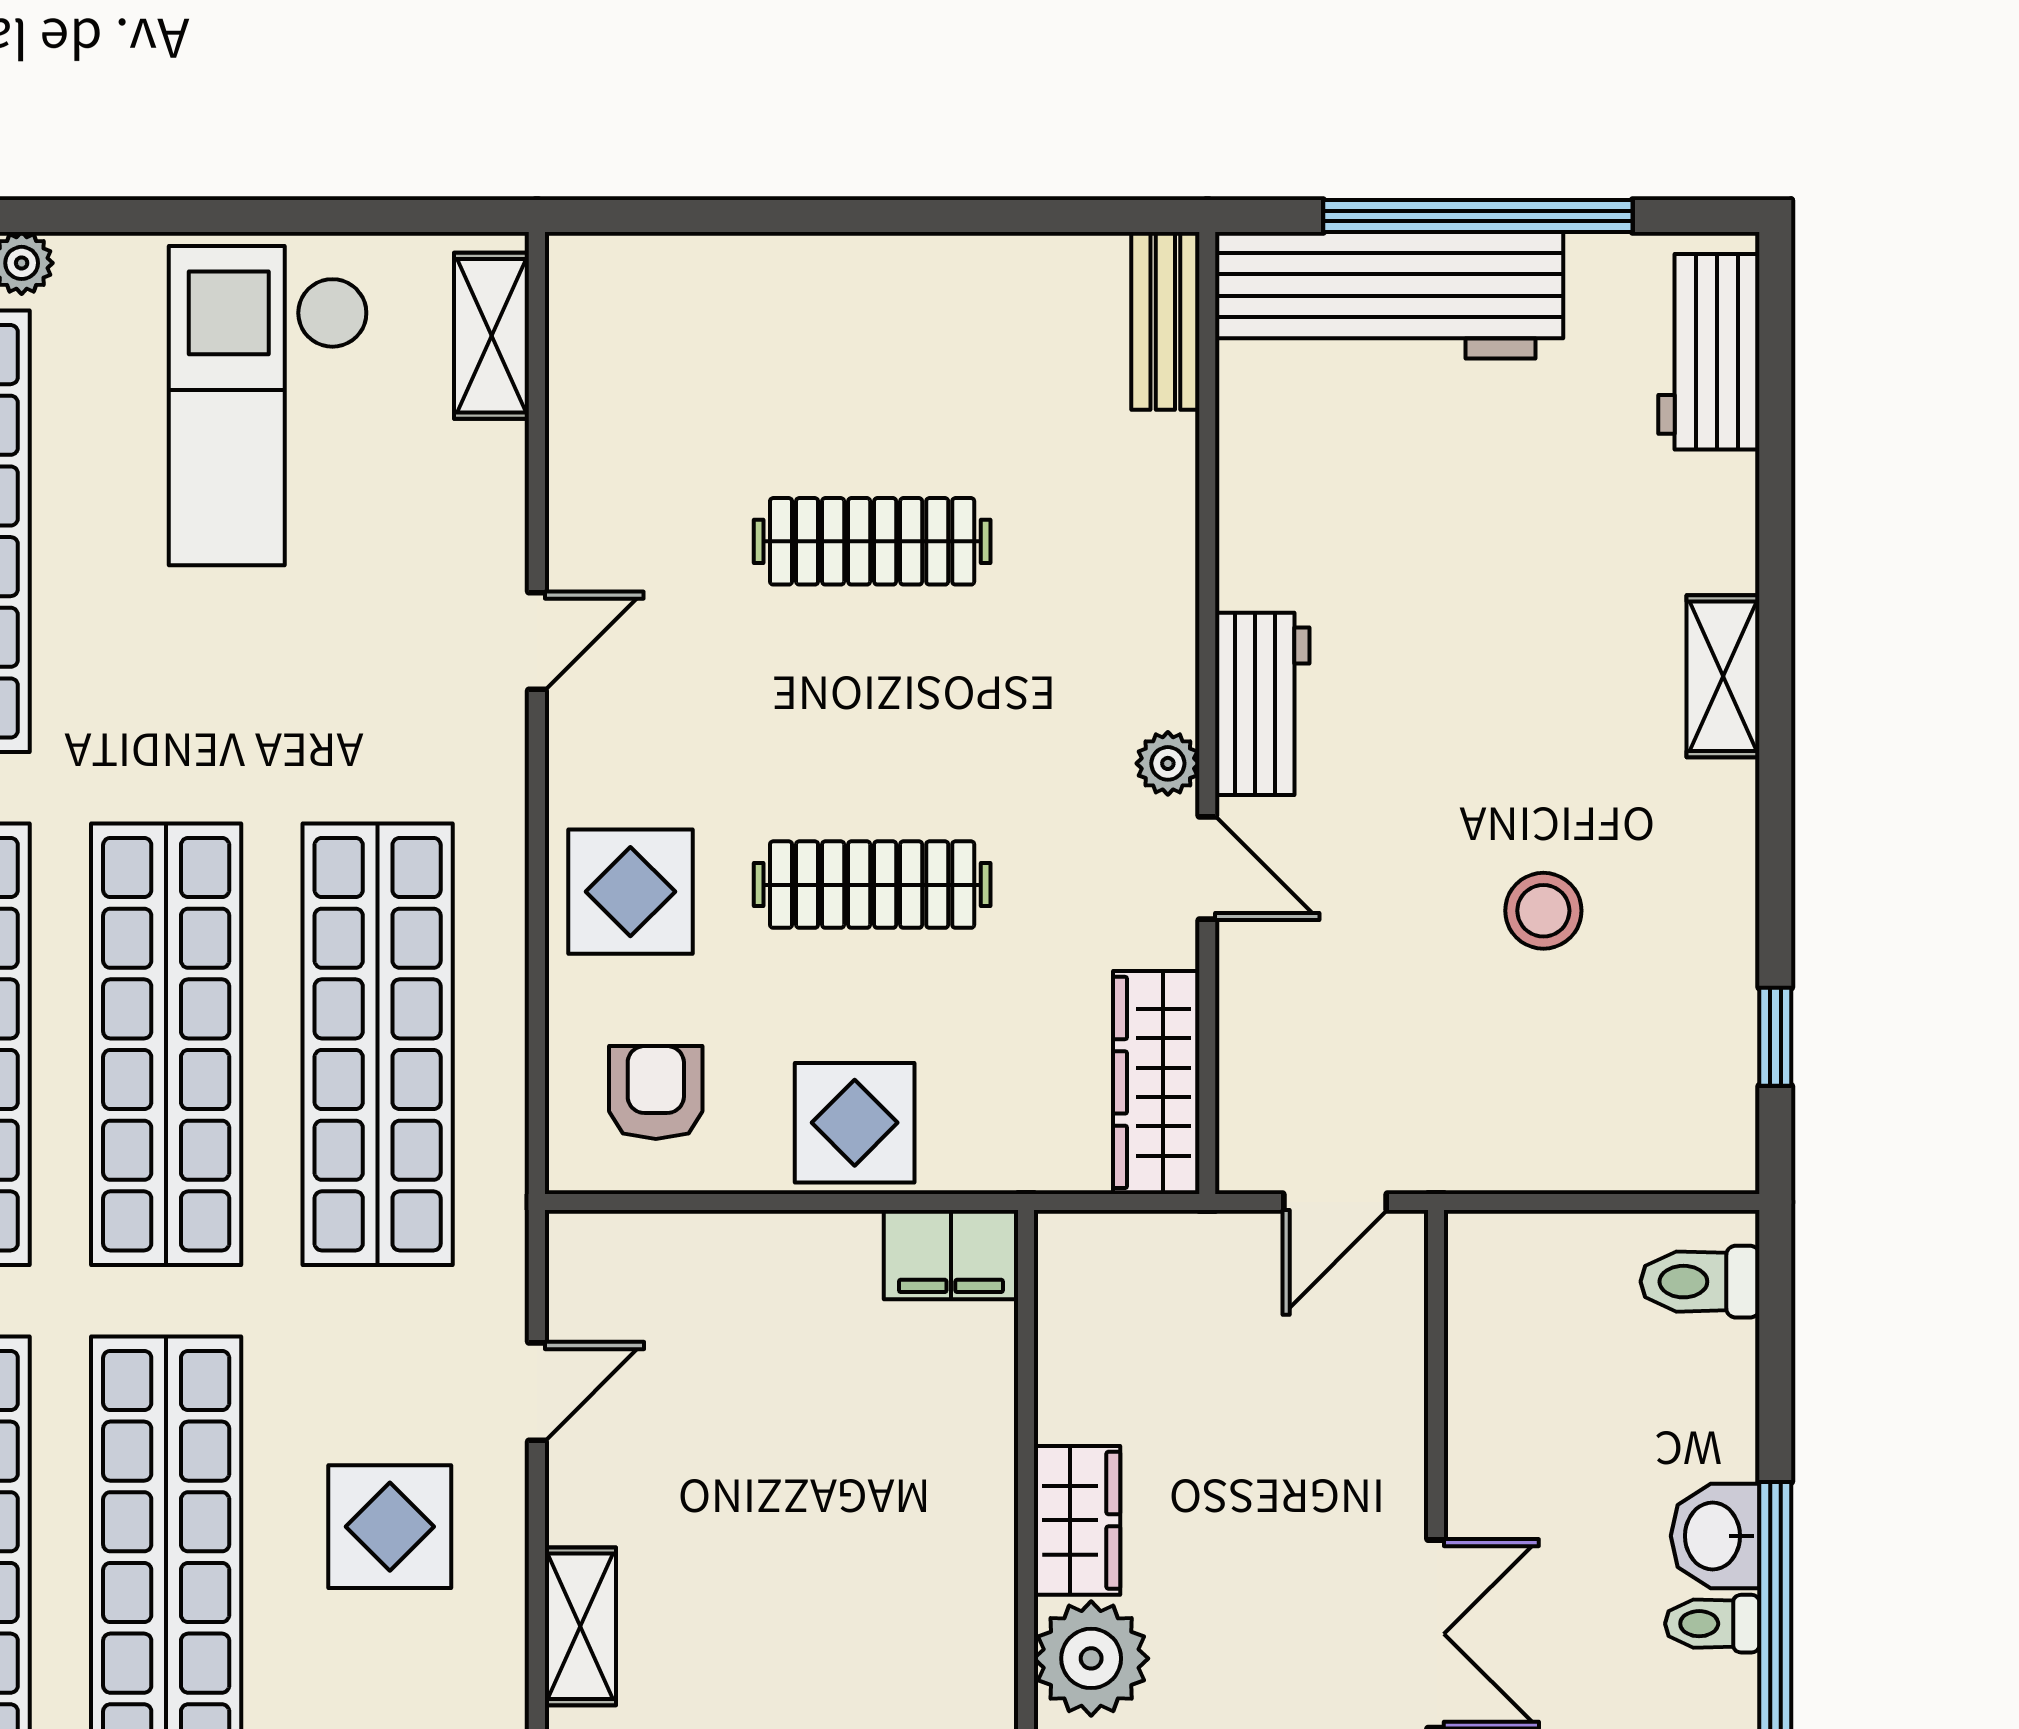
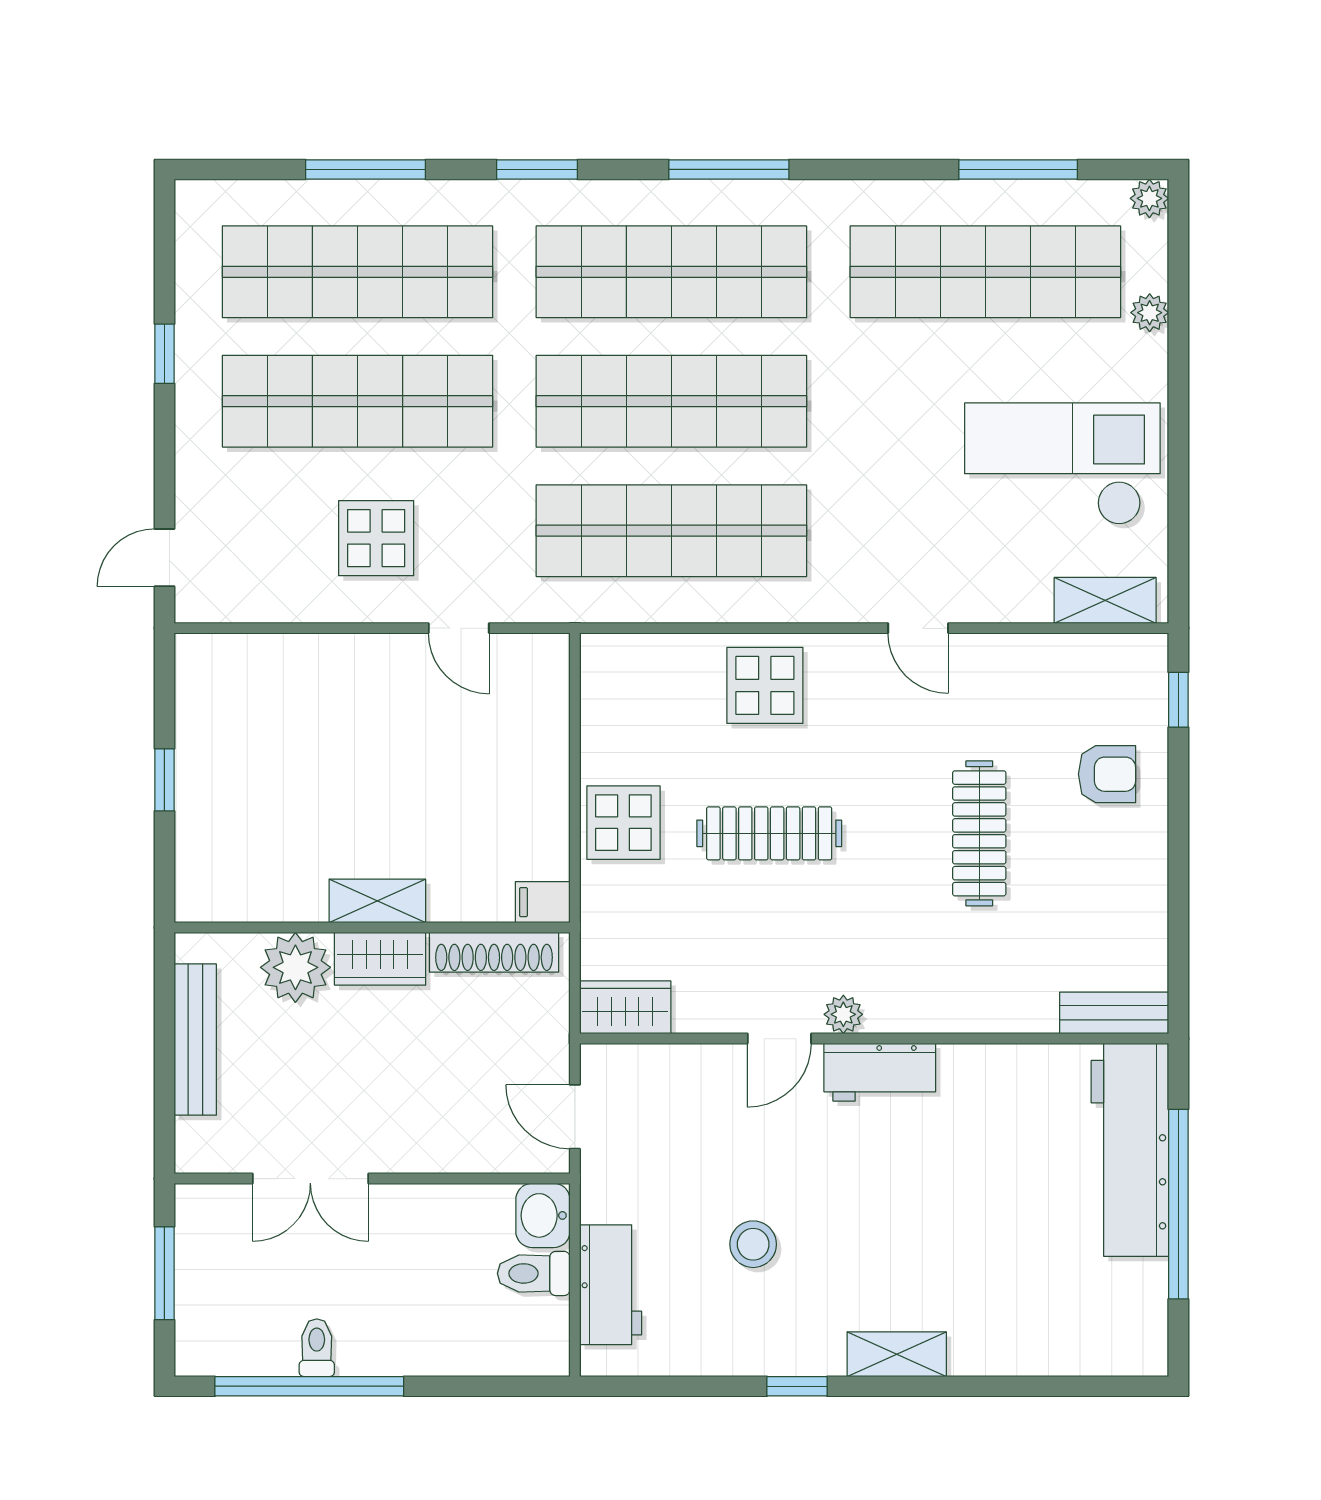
window: (654, 216) -> (1178, 700), added
workbench: (1709, 352) -> (611, 1285), moved, turned 90
clothes rail: (872, 885) -> (769, 833), turned 90
window: (1775, 1037) -> (797, 1386), moved
wardrobe: (1156, 1082) -> (625, 1007), width x0.67
armchair: (656, 1093) -> (1107, 774), moved
filing cabinet: (951, 1255) -> (543, 902), width x0.50
toilet: (1700, 1282) -> (534, 1273), moved, turned -90
shoe rack: (1066, 1334) -> (494, 952), added
washbasin: (1715, 1536) -> (543, 1215), moved, turned -90
shelving: (580, 1626) -> (377, 901), moved

